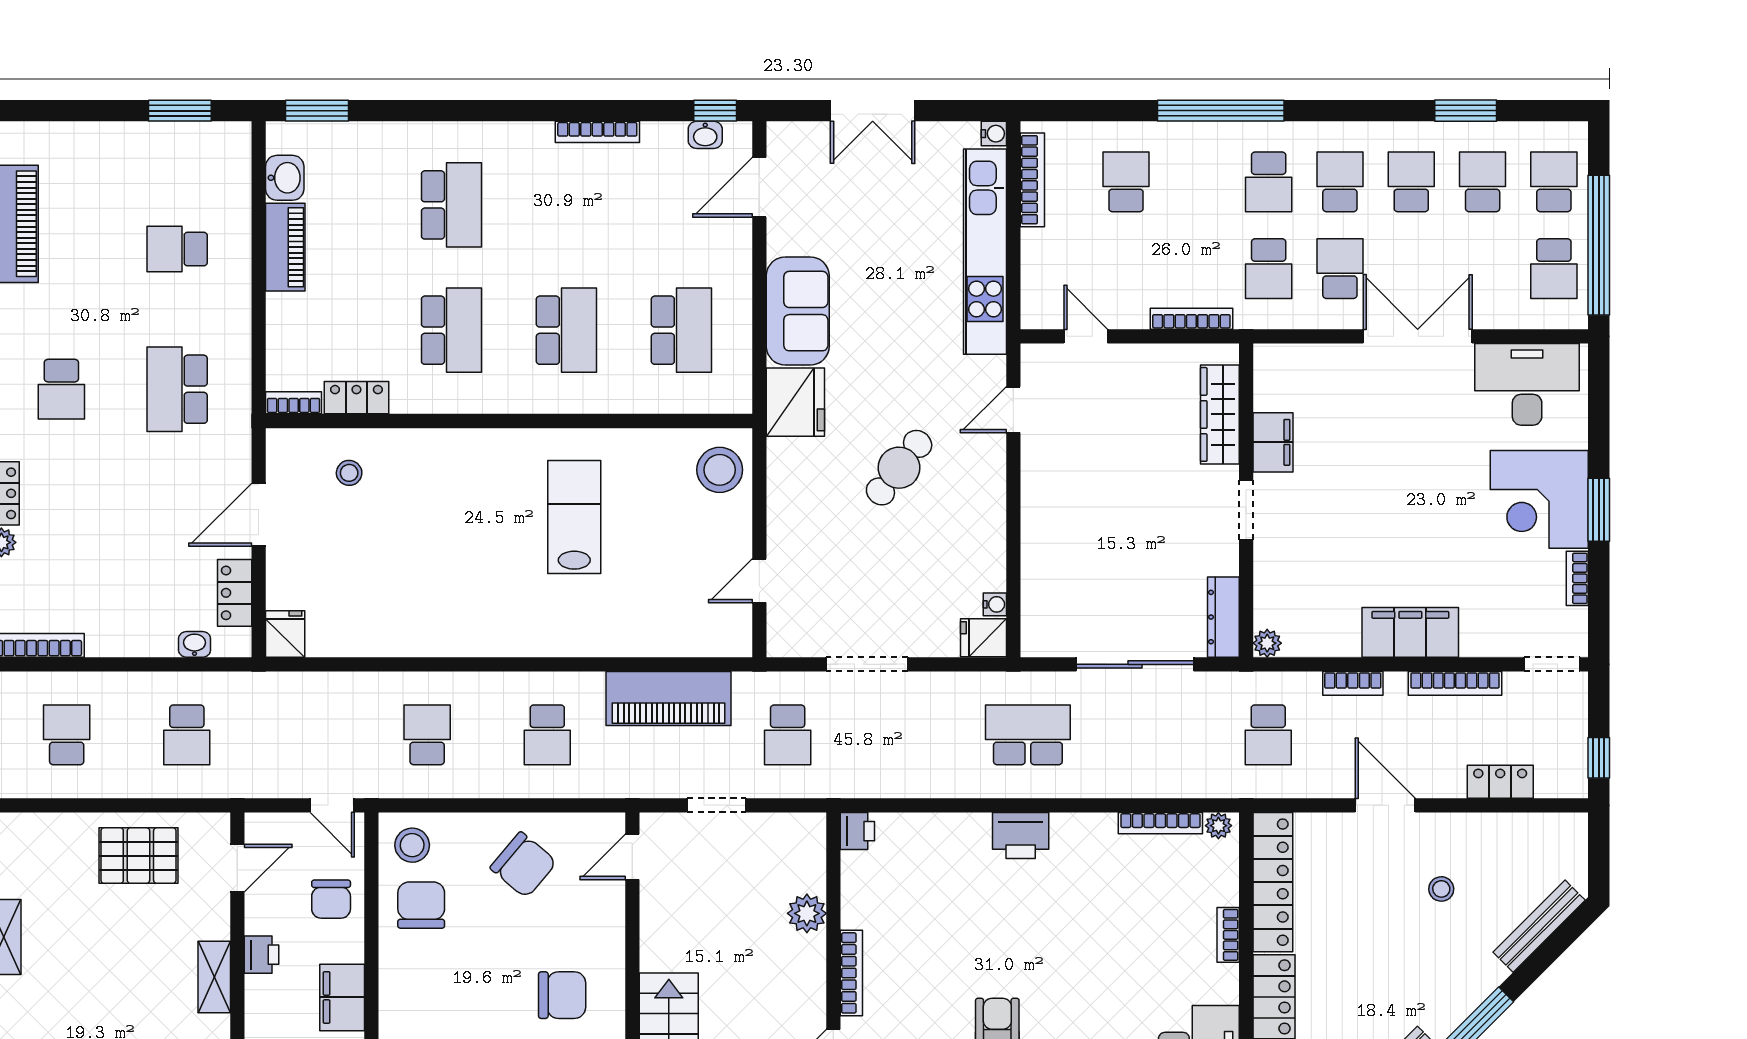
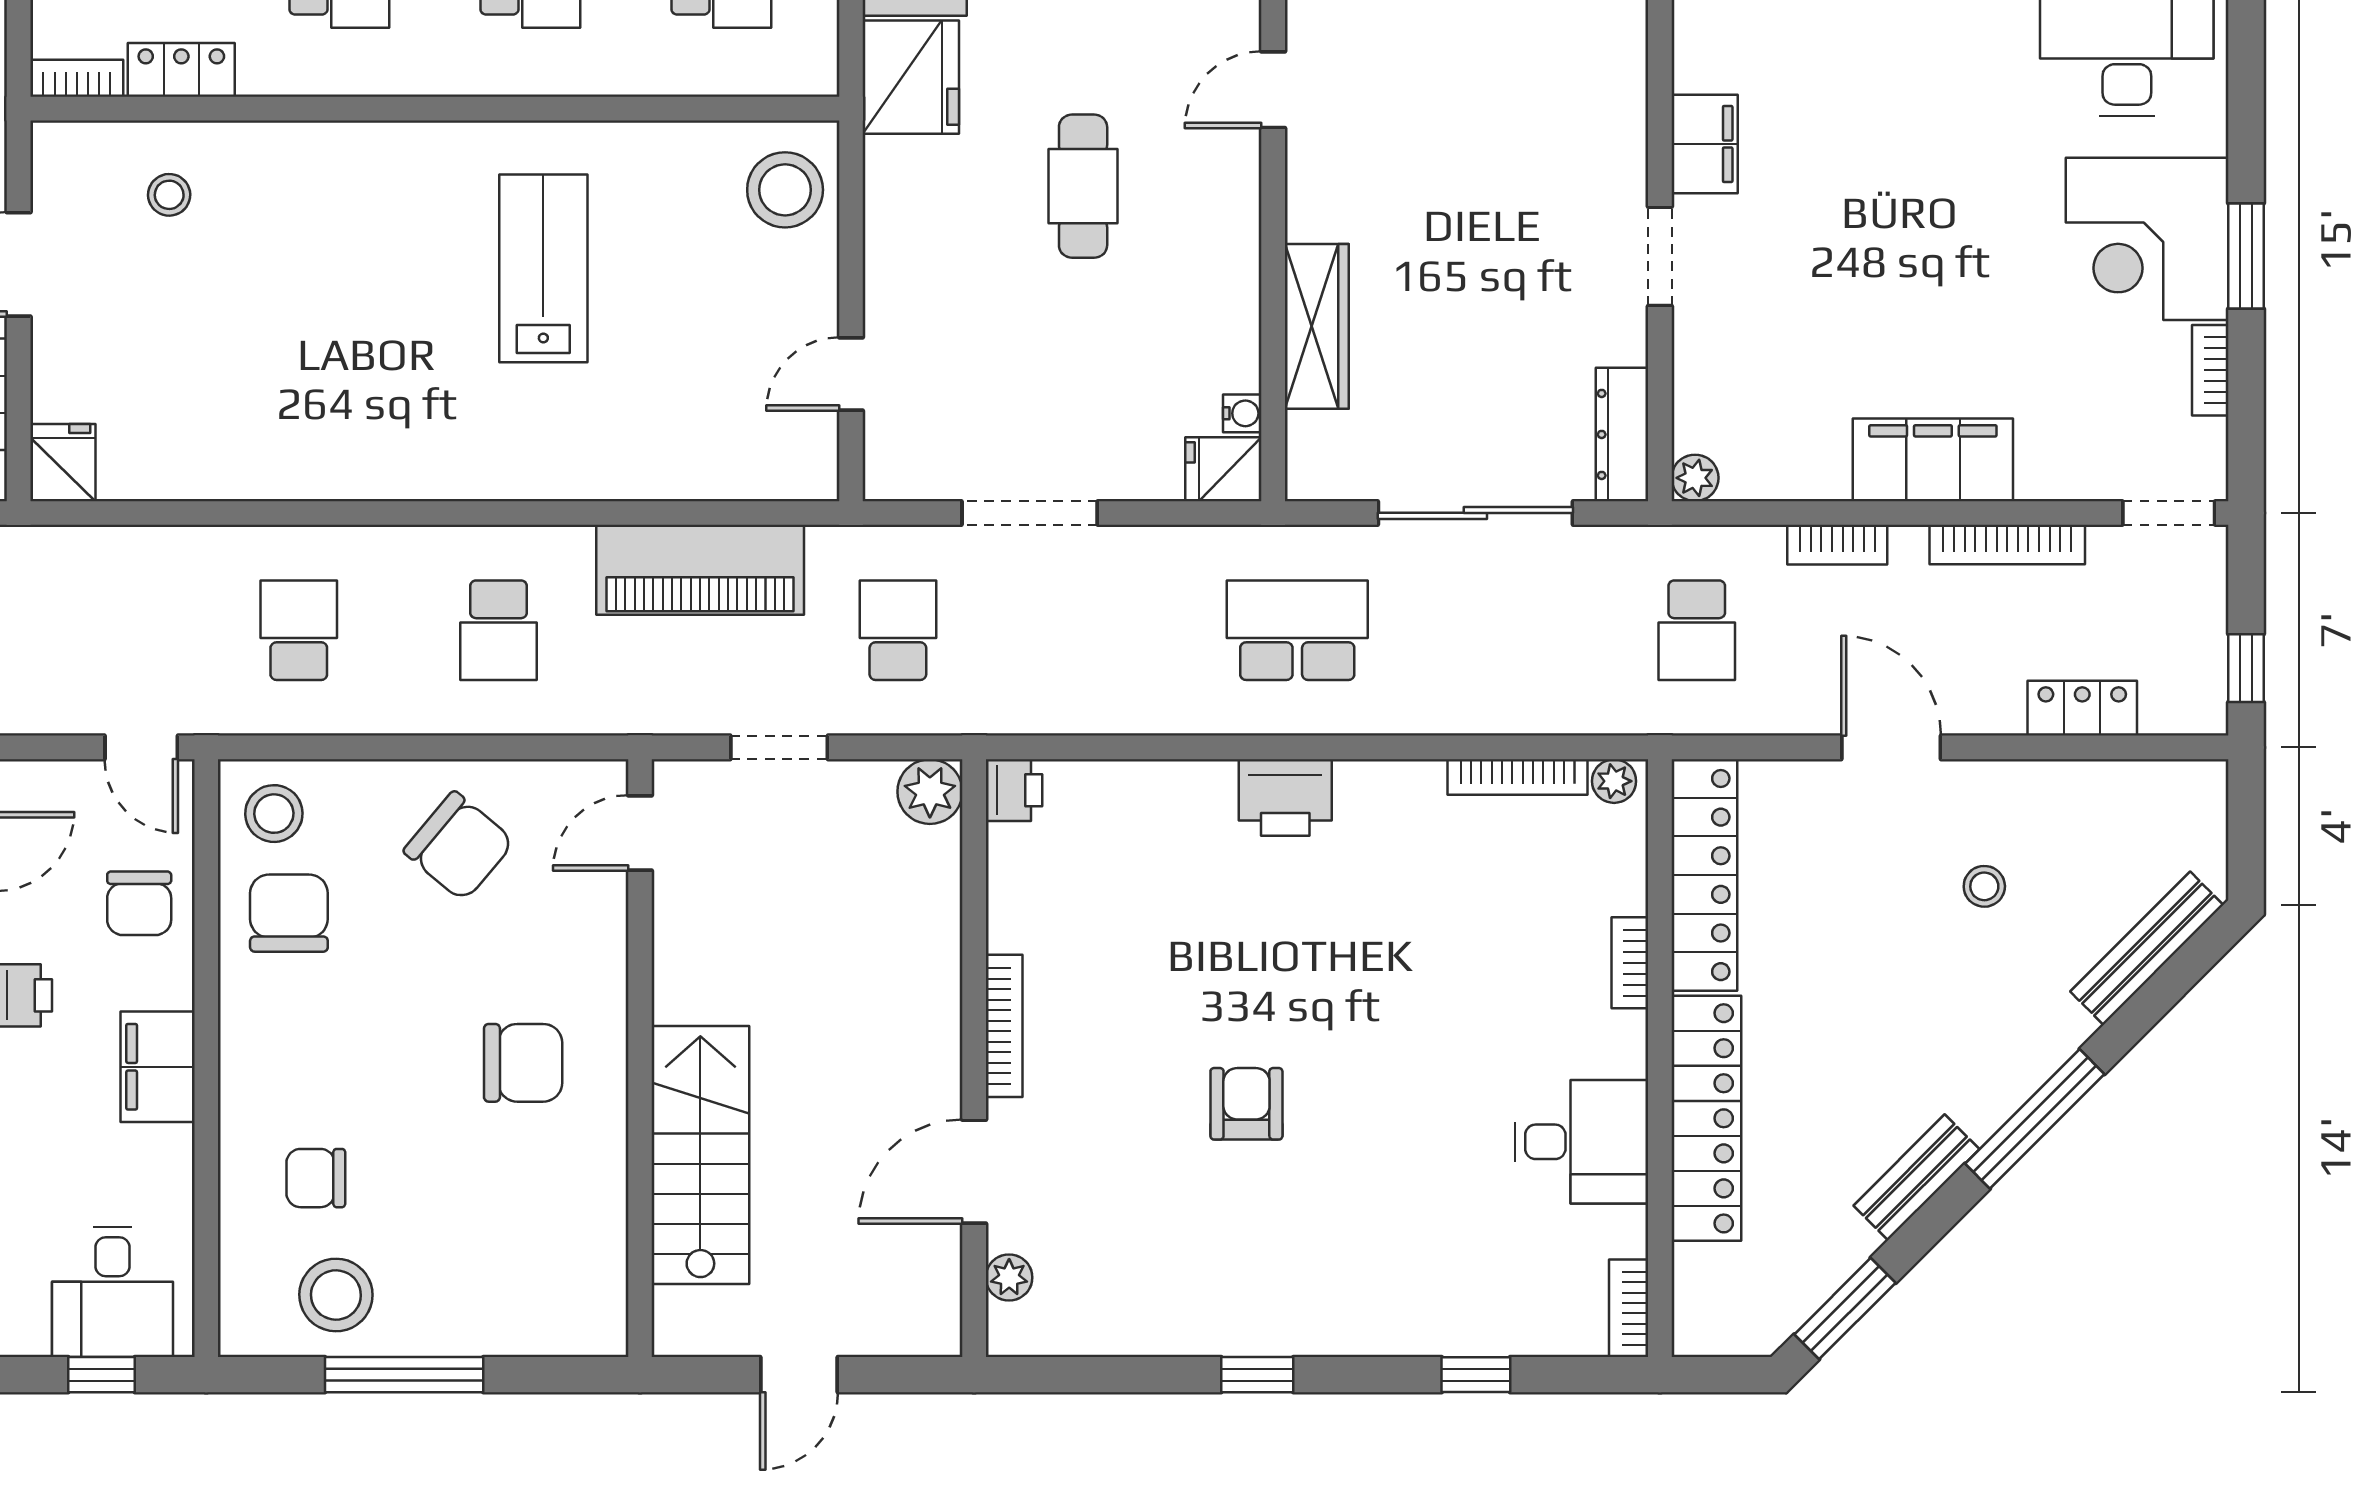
wardrobe: (1220, 414) -> (1317, 326), moved, turned 180
cafe table: (899, 468) -> (1083, 186), turned -38
school desk: (788, 735) -> (898, 630), turned 180
plant: (807, 913) -> (930, 792), moved

